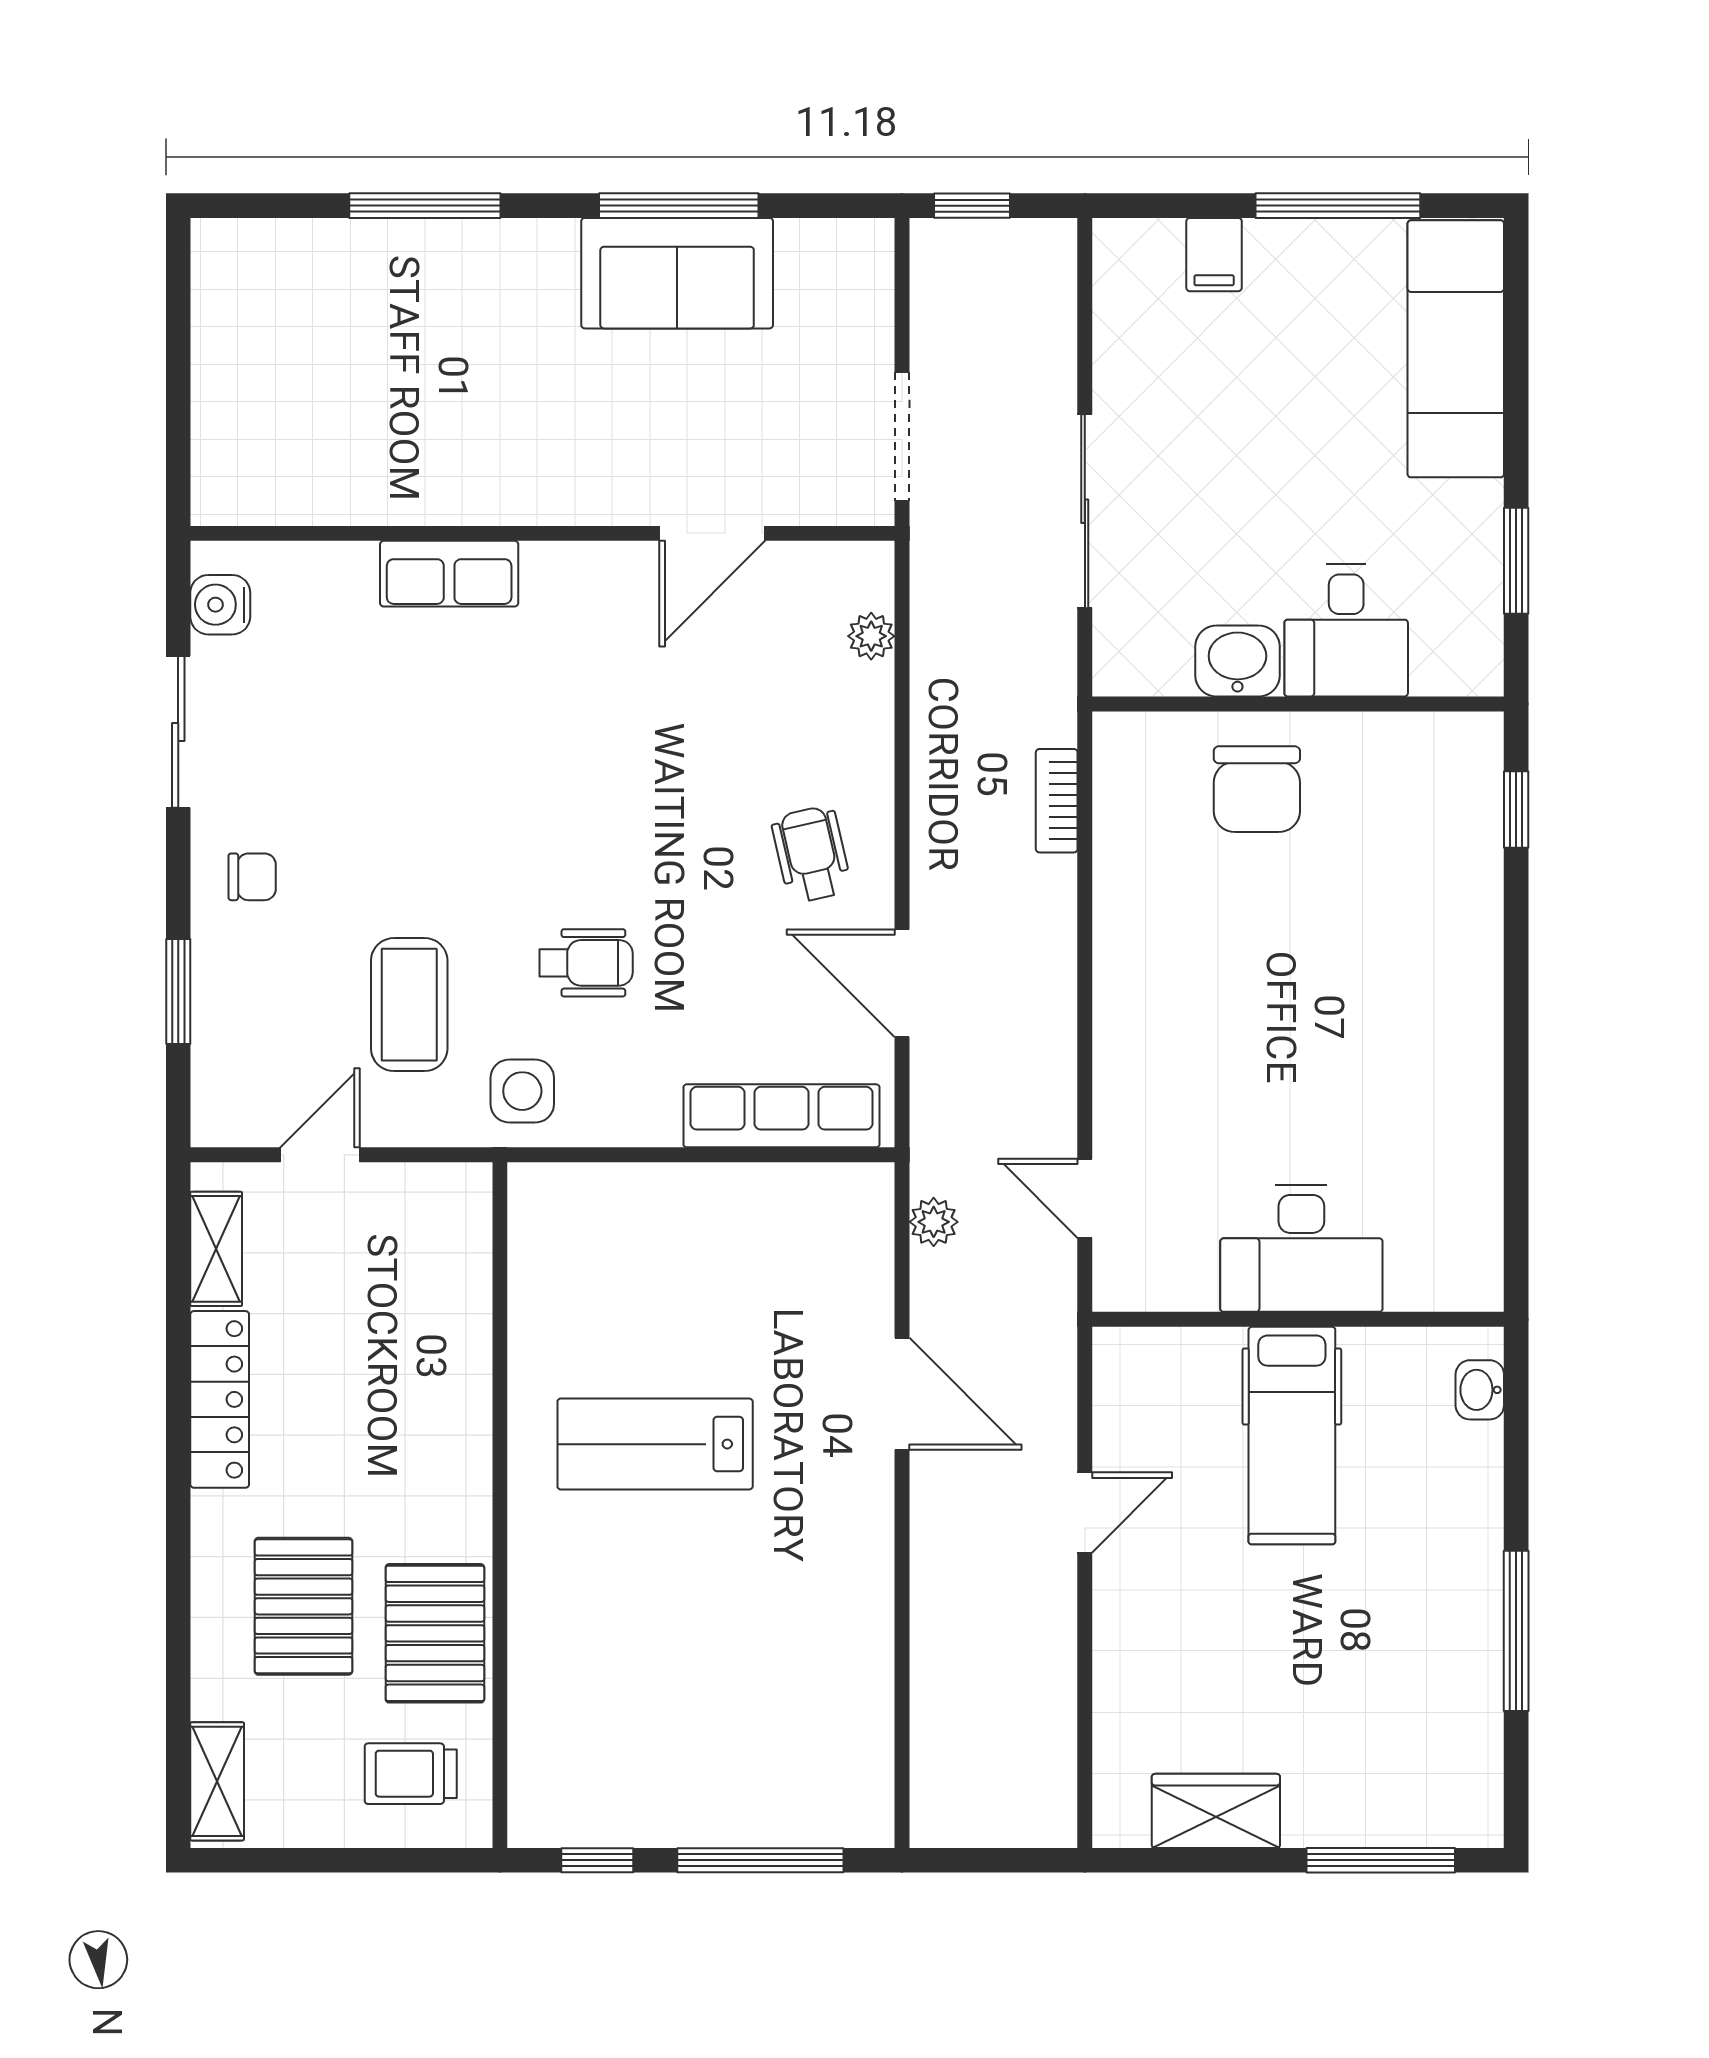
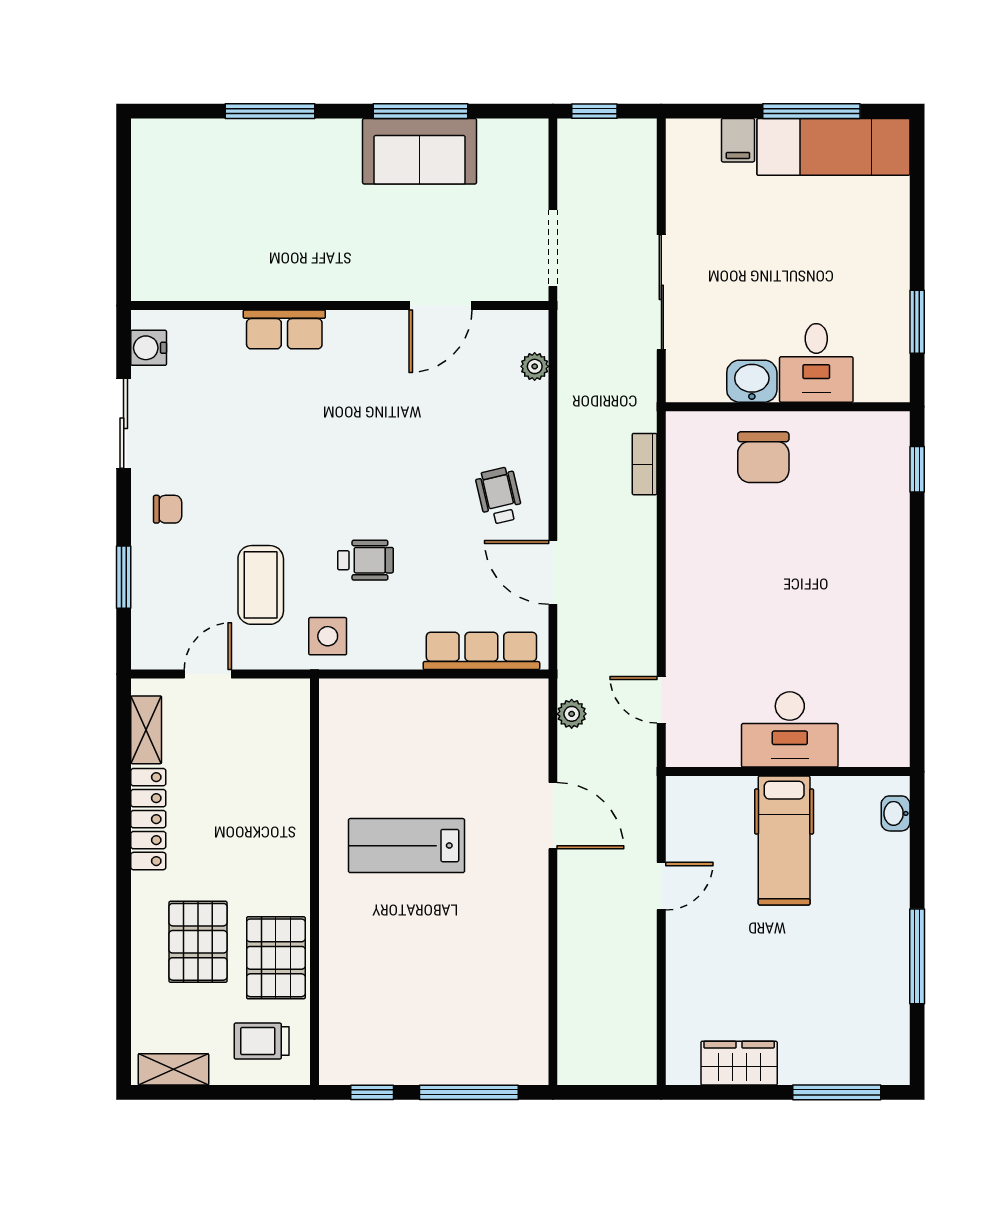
exam couch: (1456, 349) -> (834, 147), moved, turned -90
shelving: (217, 1781) -> (173, 1069), moved, turned 90

